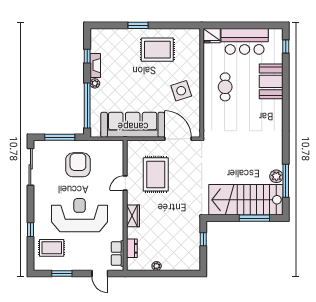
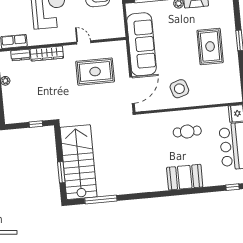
rug: (157, 50) -> (210, 46), moved
booth: (271, 81) -> (185, 177), moved
plant: (276, 176) -> (104, 190), removed
wardrobe: (133, 216) -> (47, 54), width x1.50
window: (254, 218) -> (61, 172), width x0.69

